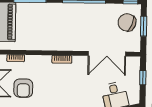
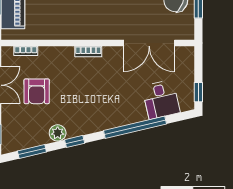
window: (143, 78) -> (198, 92), moved

